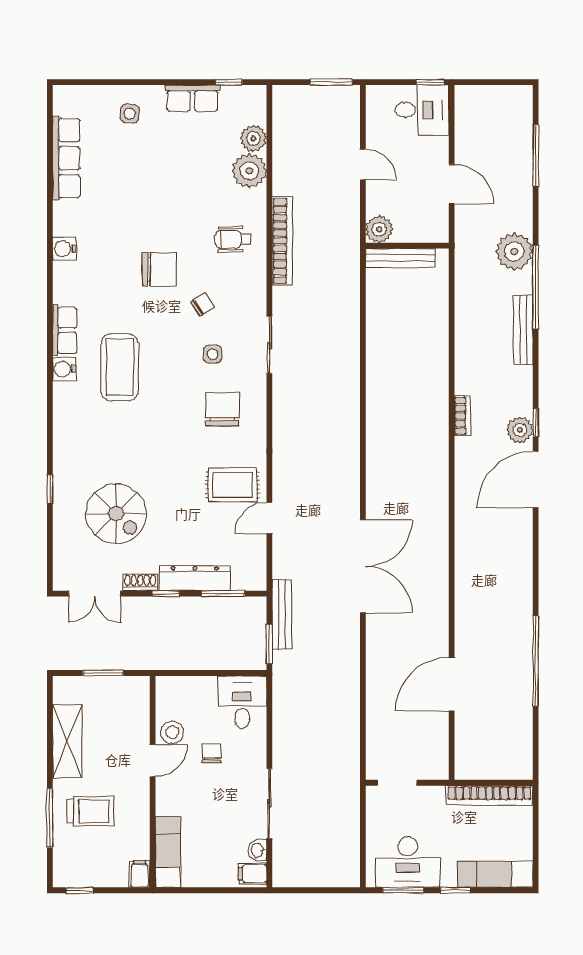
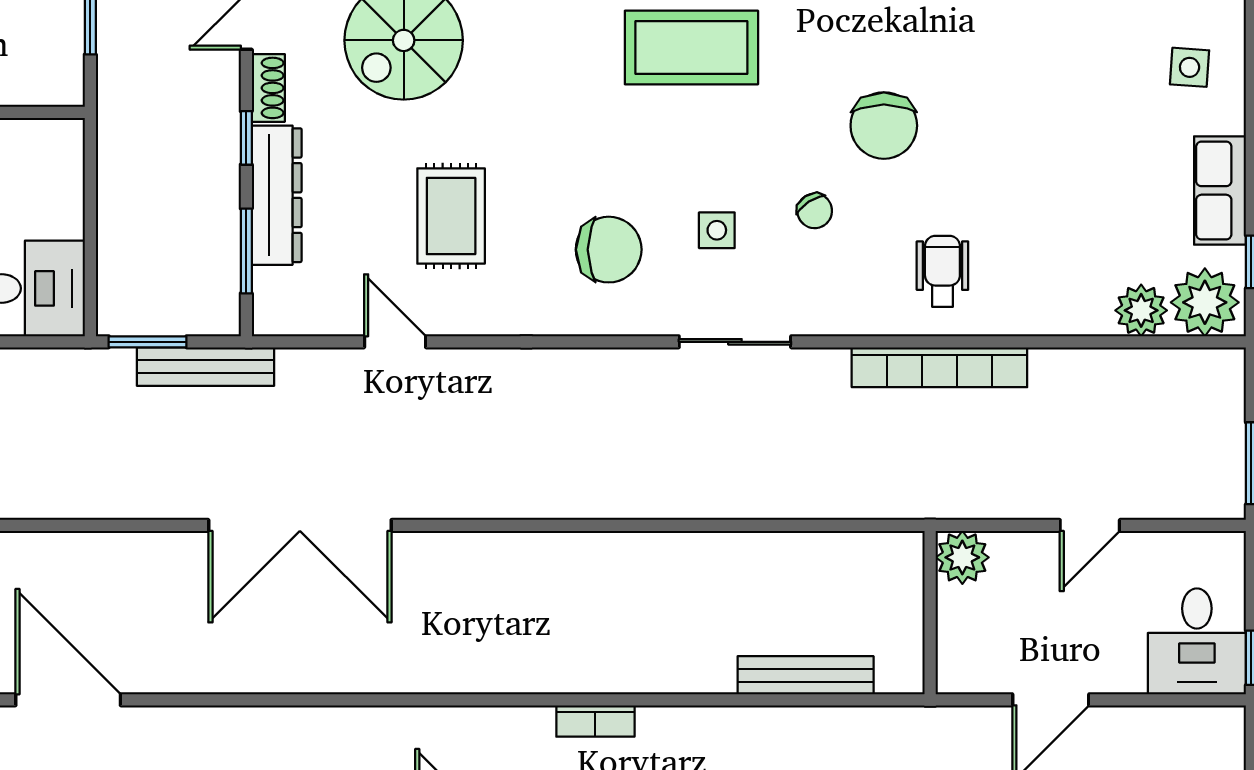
plant: (249, 171) -> (1205, 302), moved
bench: (400, 258) -> (806, 675), moved, turned 90
rug: (233, 485) -> (451, 216), moved

